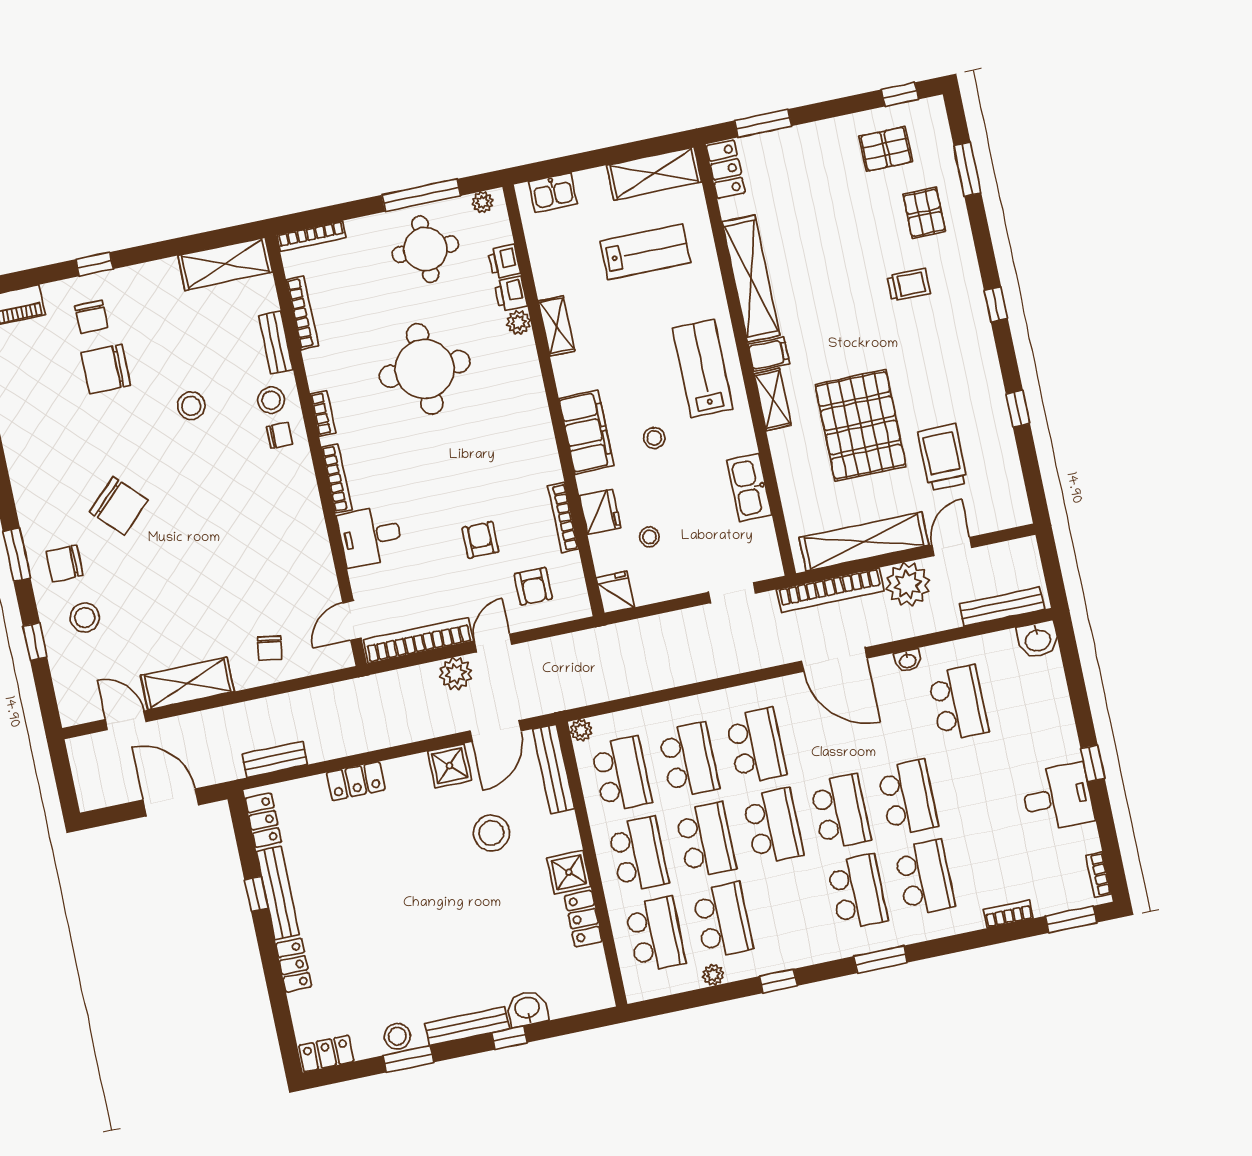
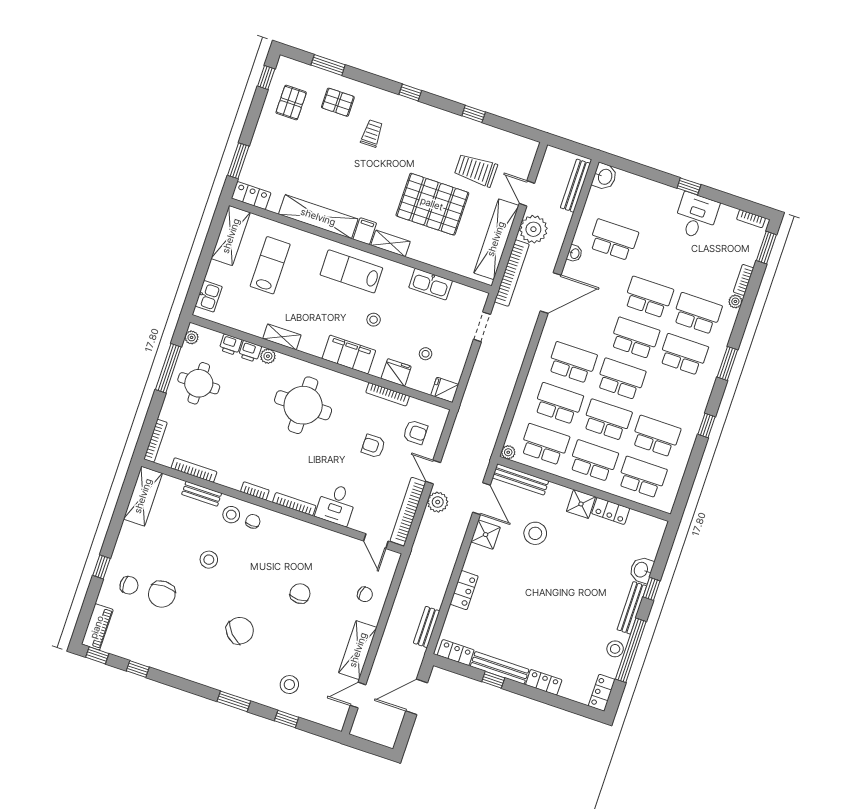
round table: (425, 369) -> (303, 405), moved
chair: (64, 563) -> (300, 594), moved, turned 180
plant: (713, 975) -> (735, 301), moved
window: (408, 1059) -> (631, 650), width x2.11

